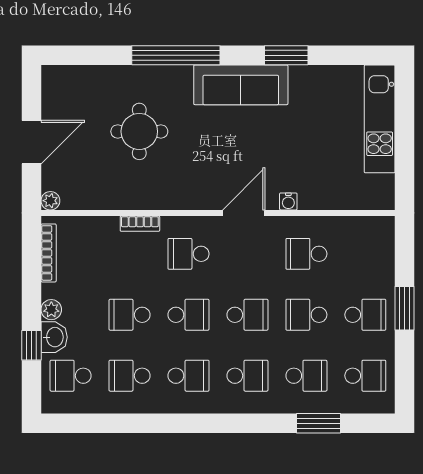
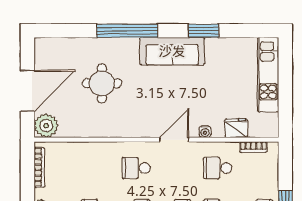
door: (32, 142) -> (27, 91), width x1.36
fridge: (333, 196) -> (236, 128), added
plant: (50, 201) -> (46, 126), width x1.87, depth x1.87
bookcase: (140, 224) -> (254, 147), moved

